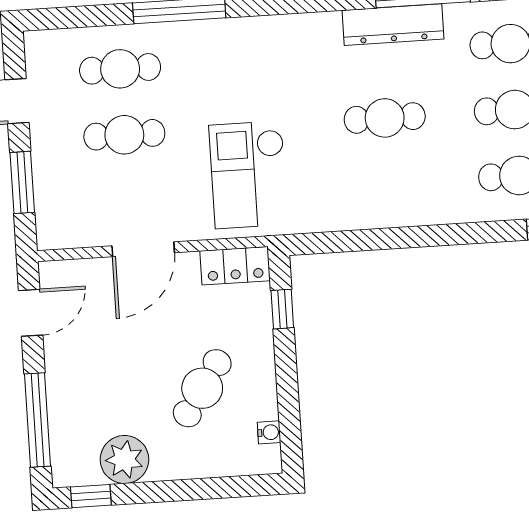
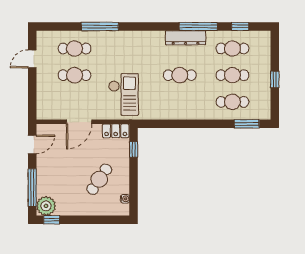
checkout: (249, 175) -> (123, 95), turned 180
window: (22, 182) -> (32, 92), removed
plant: (125, 459) -> (46, 206), moved

